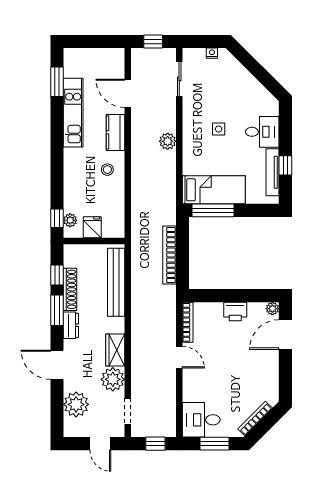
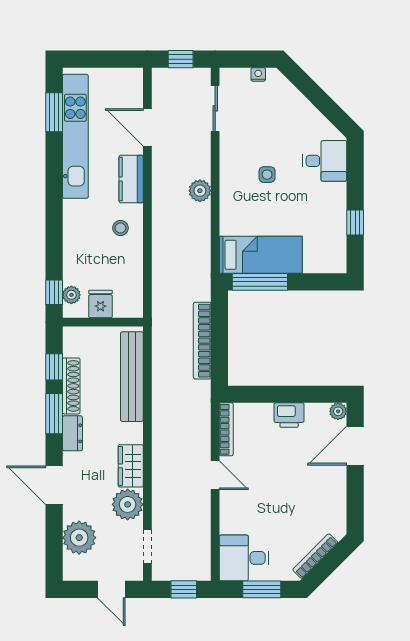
kitchen unit: (73, 113) -> (75, 136), width x1.36
desk: (262, 132) -> (325, 161), moved
tv unit: (273, 172) -> (338, 232), removed

